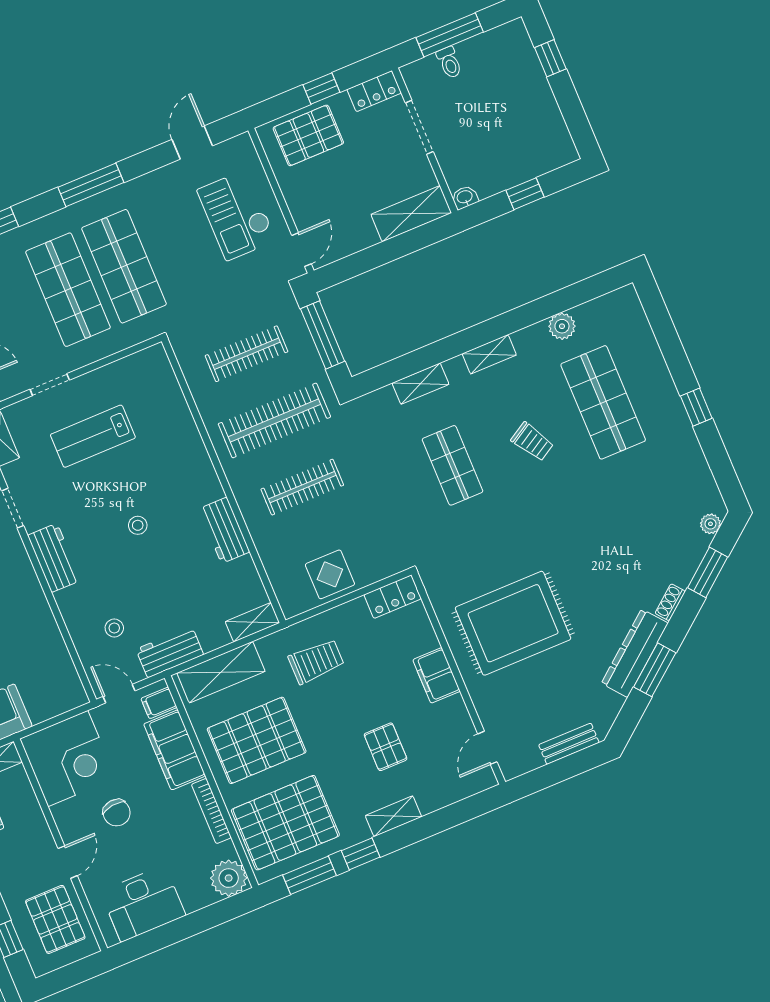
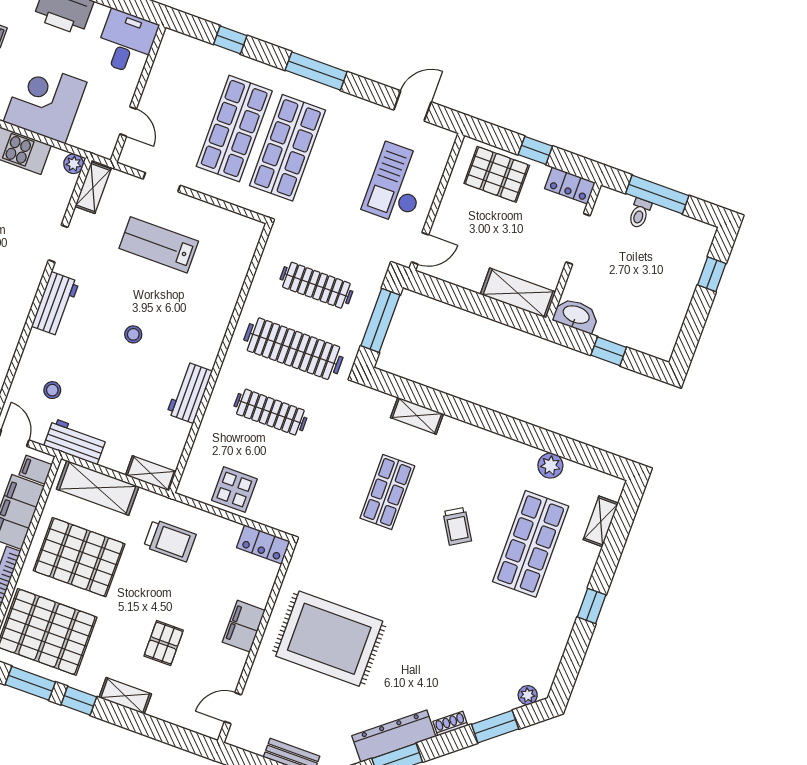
washbasin: (465, 197) -> (576, 315), width x1.91, depth x1.45
shelving: (489, 354) -> (601, 521), moved, turned 90

